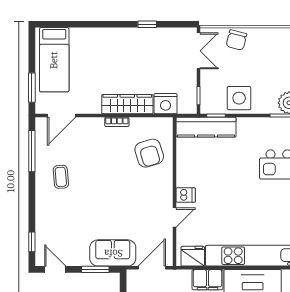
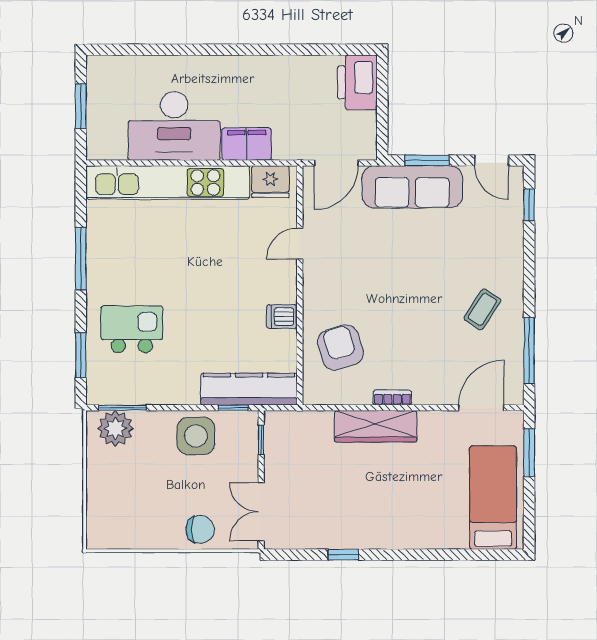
chair: (236, 40) -> (200, 529), turned 76
nightstand: (166, 104) -> (314, 427), removed
coffee table: (61, 177) -> (482, 309), turned 38
dishwasher: (186, 195) -> (282, 317), moved
sofa: (113, 253) -> (412, 187), width x1.36

